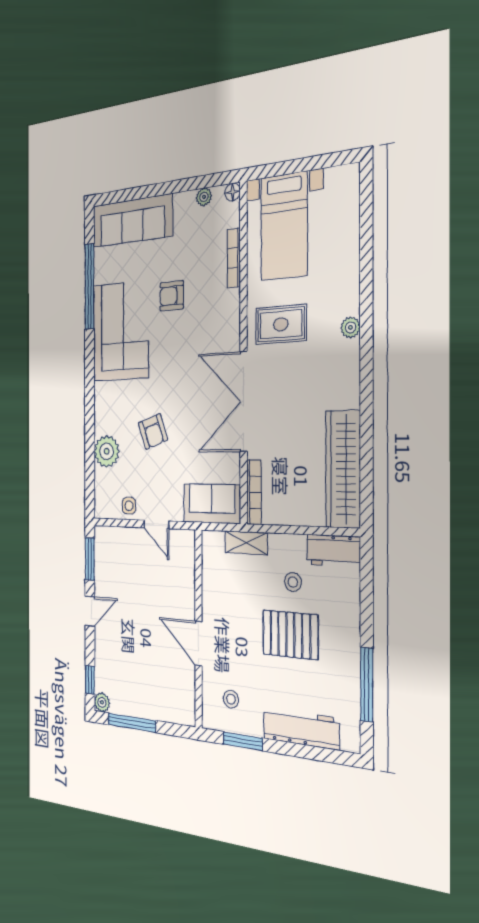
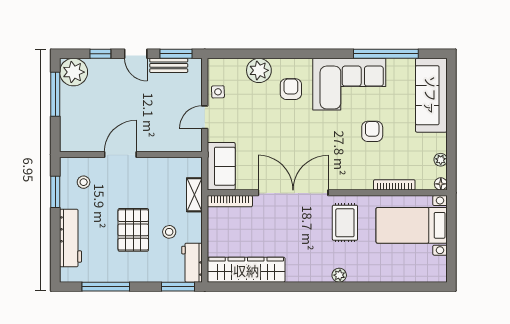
armchair: (153, 432) -> (291, 89), moved, turned 109
bench: (102, 569) -> (169, 65), added
window: (367, 574) -> (178, 287), added
window: (90, 680) -> (100, 54), moved
plant: (102, 702) -> (74, 72), width x1.88, depth x1.88

